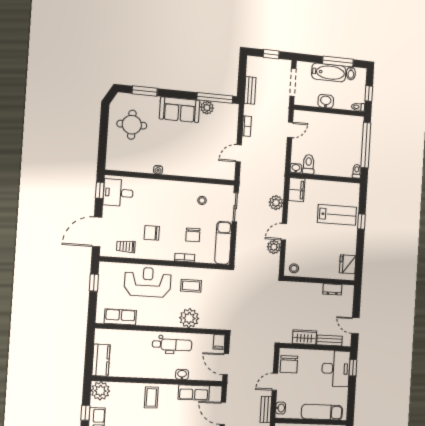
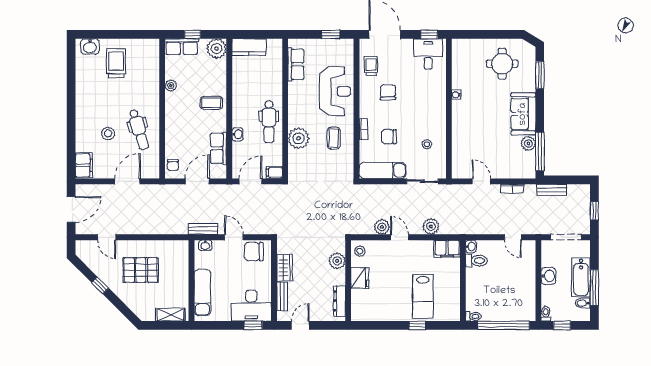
fridge: (348, 264) -> (360, 278), moved, turned 90
plant: (301, 289) -> (337, 261), added
dresser: (332, 289) -> (339, 301), width x1.44

